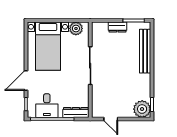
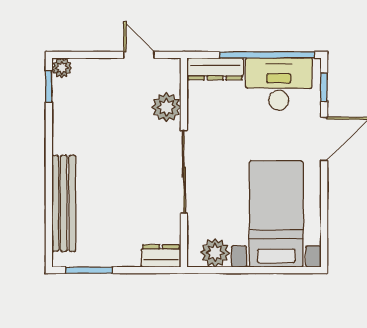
dresser: (117, 27) -> (161, 256), moved
plant: (98, 95) -> (166, 107), added
desk: (47, 106) -> (279, 84), width x1.37
plant: (142, 109) -> (62, 68), width x0.53, depth x0.53

